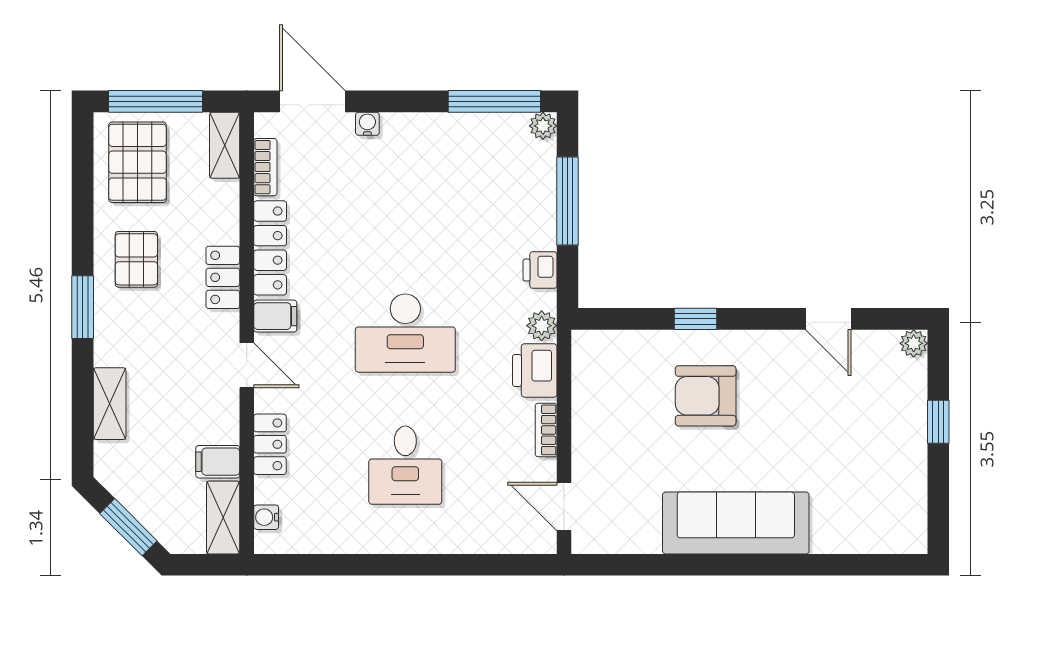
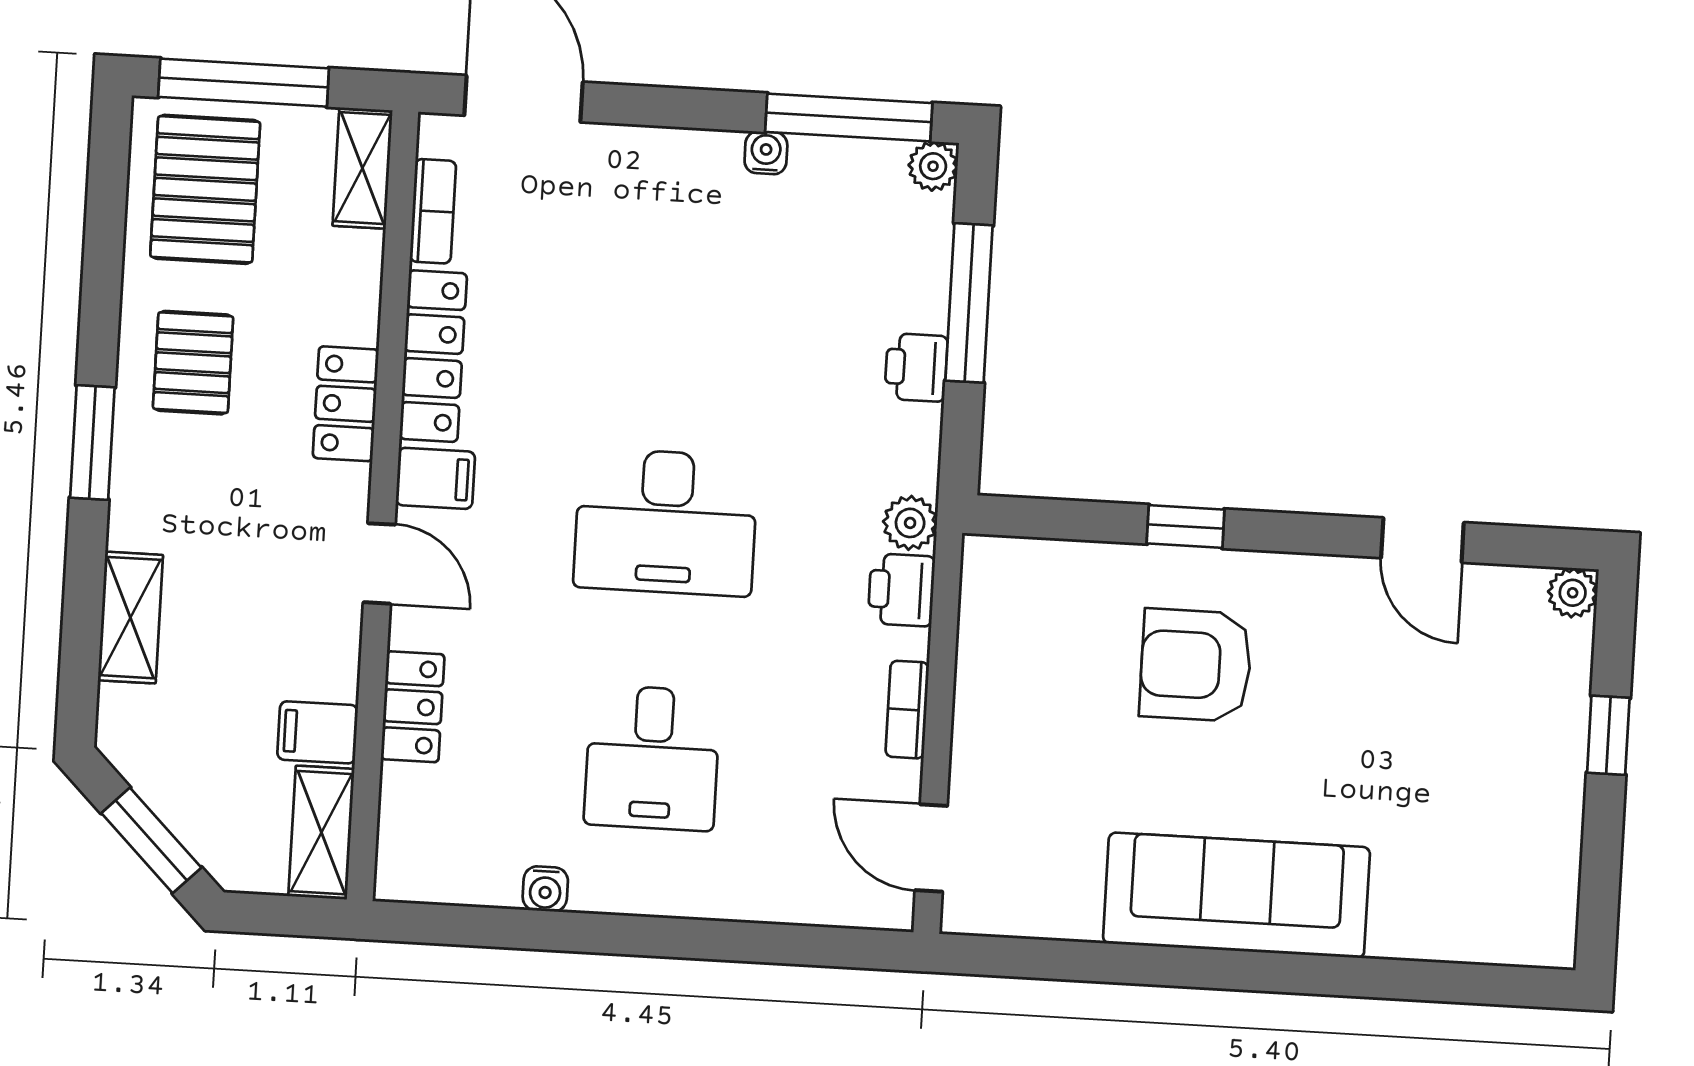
water cooler: (367, 124) -> (766, 153), moved
printer: (540, 270) -> (916, 367), moved
printer: (535, 370) -> (901, 590), width x0.73, depth x0.81
water cooler: (266, 517) -> (545, 889), moved, turned -90

